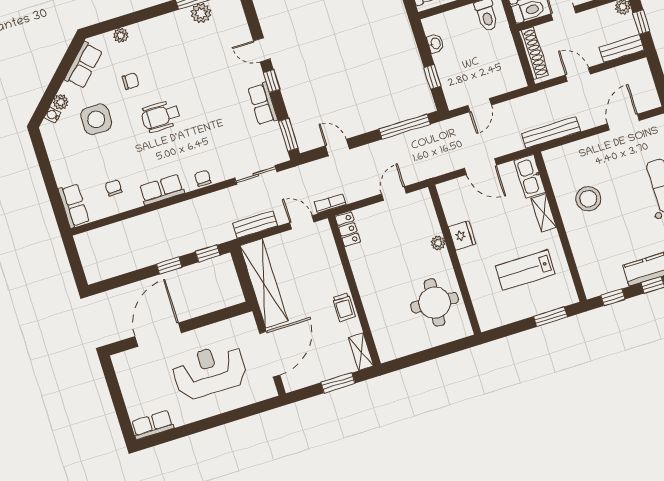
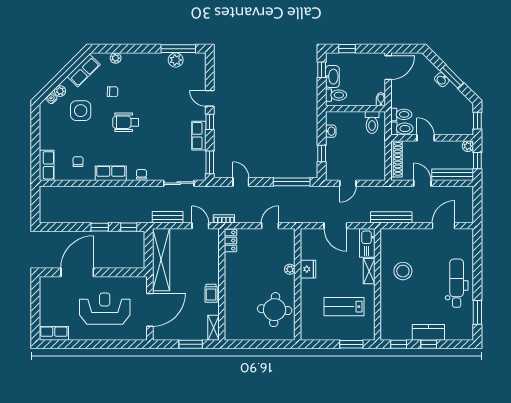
bench: (622, 49) -> (453, 175), width x1.36

